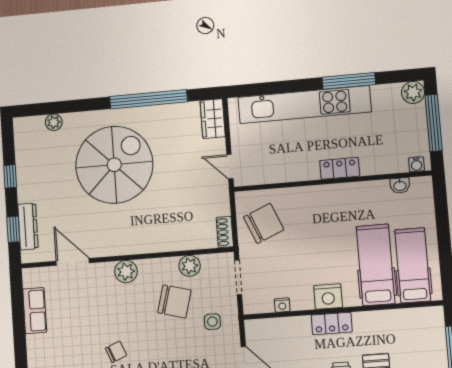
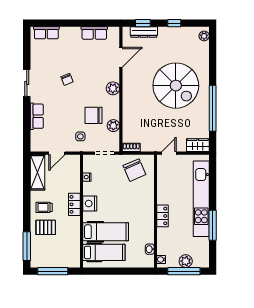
plant: (413, 92) -> (186, 261), moved
plant: (54, 122) -> (204, 36), moved
chair: (174, 301) -> (94, 115), turned 75

